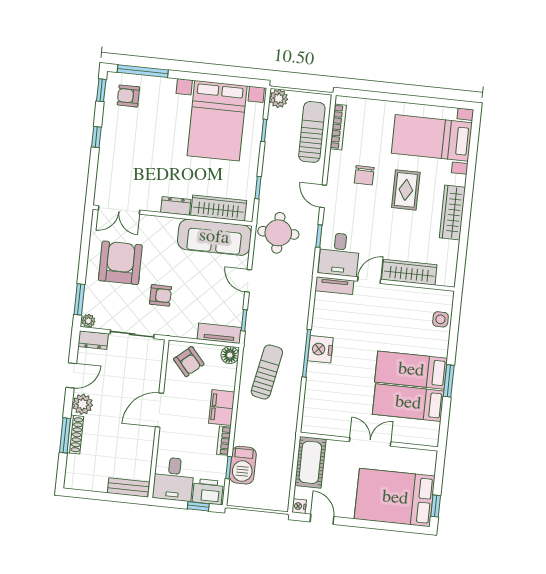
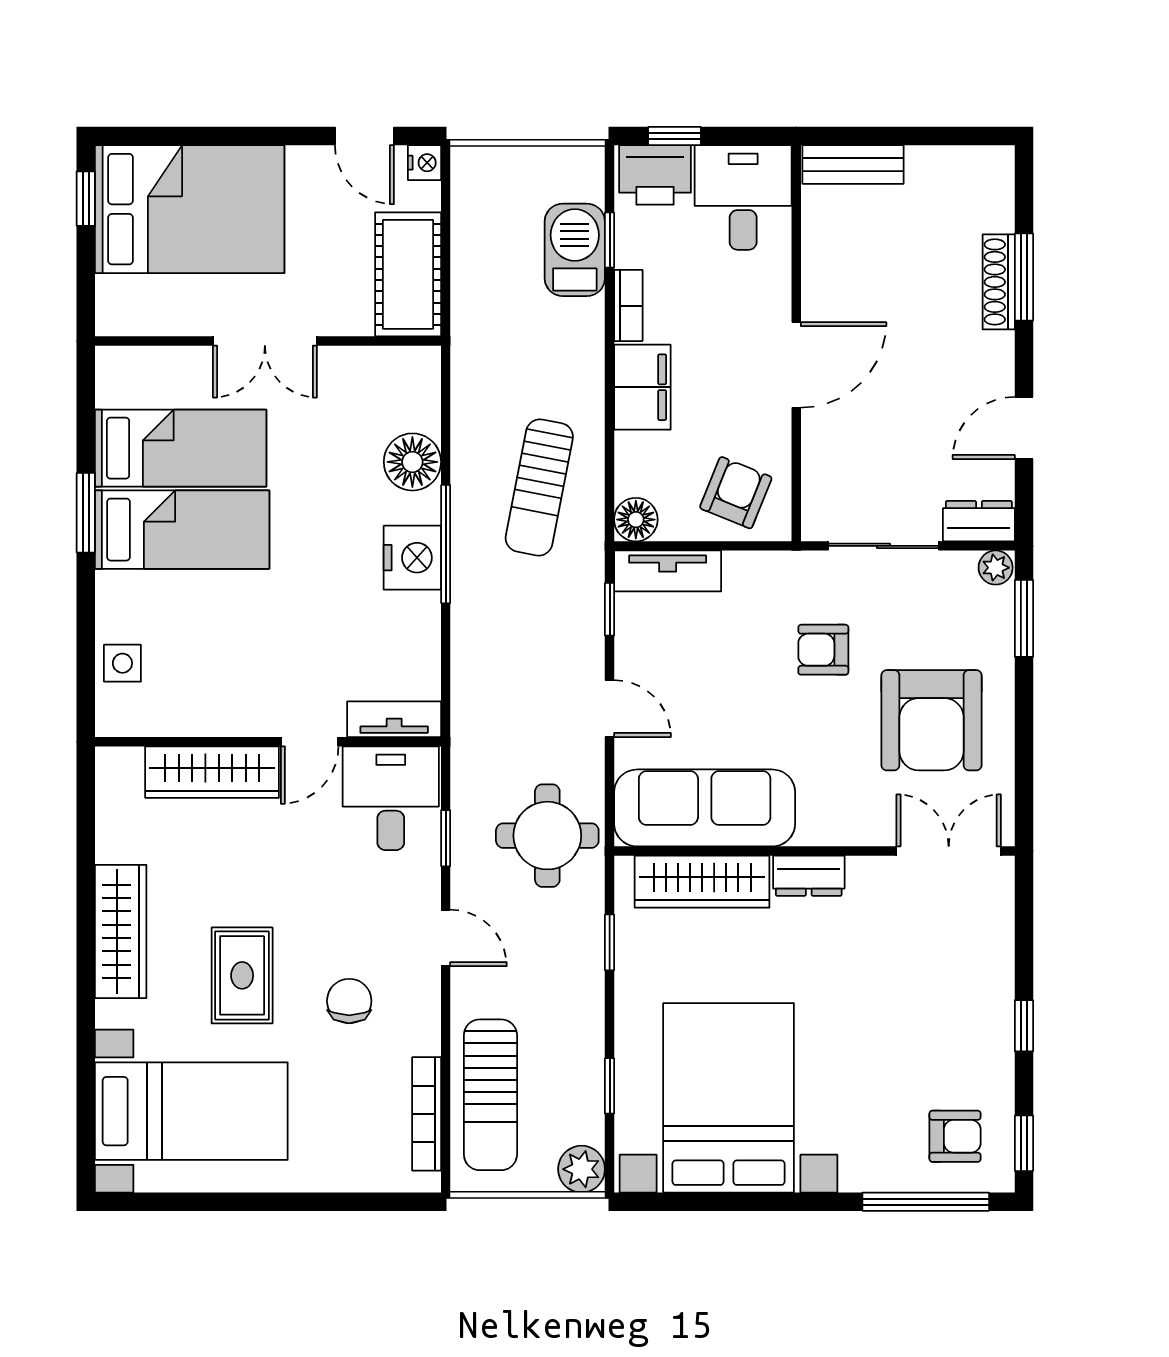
armchair: (189, 362) -> (736, 493), turned 63
floor lamp: (316, 387) -> (412, 462), added
plant: (82, 404) -> (989, 359), removed

